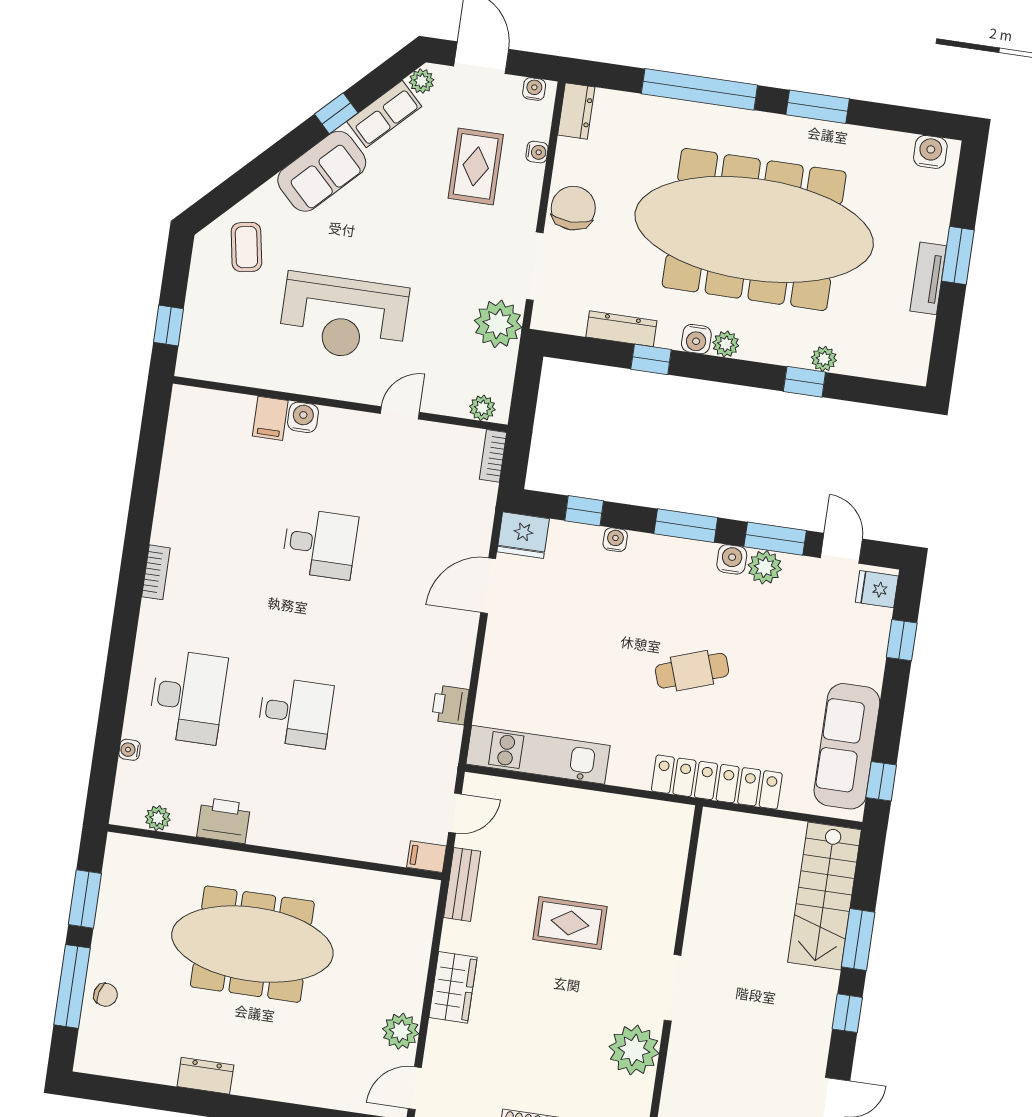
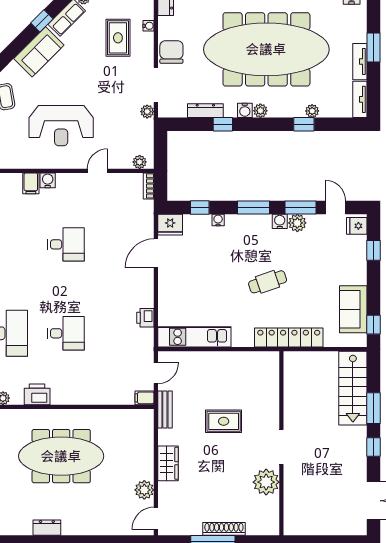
plant: (498, 324) -> (147, 112), width x0.53, depth x0.53
tv unit: (918, 350) -> (360, 99), added
sofa: (847, 746) -> (353, 309), width x0.73

